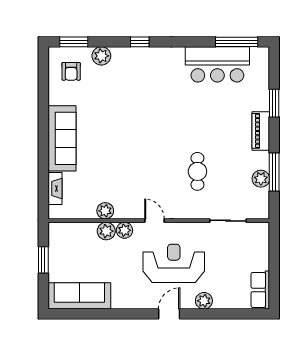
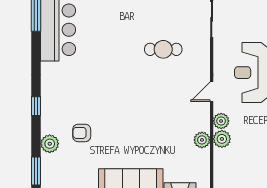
armchair: (71, 71) -> (82, 133), moved, turned 180

